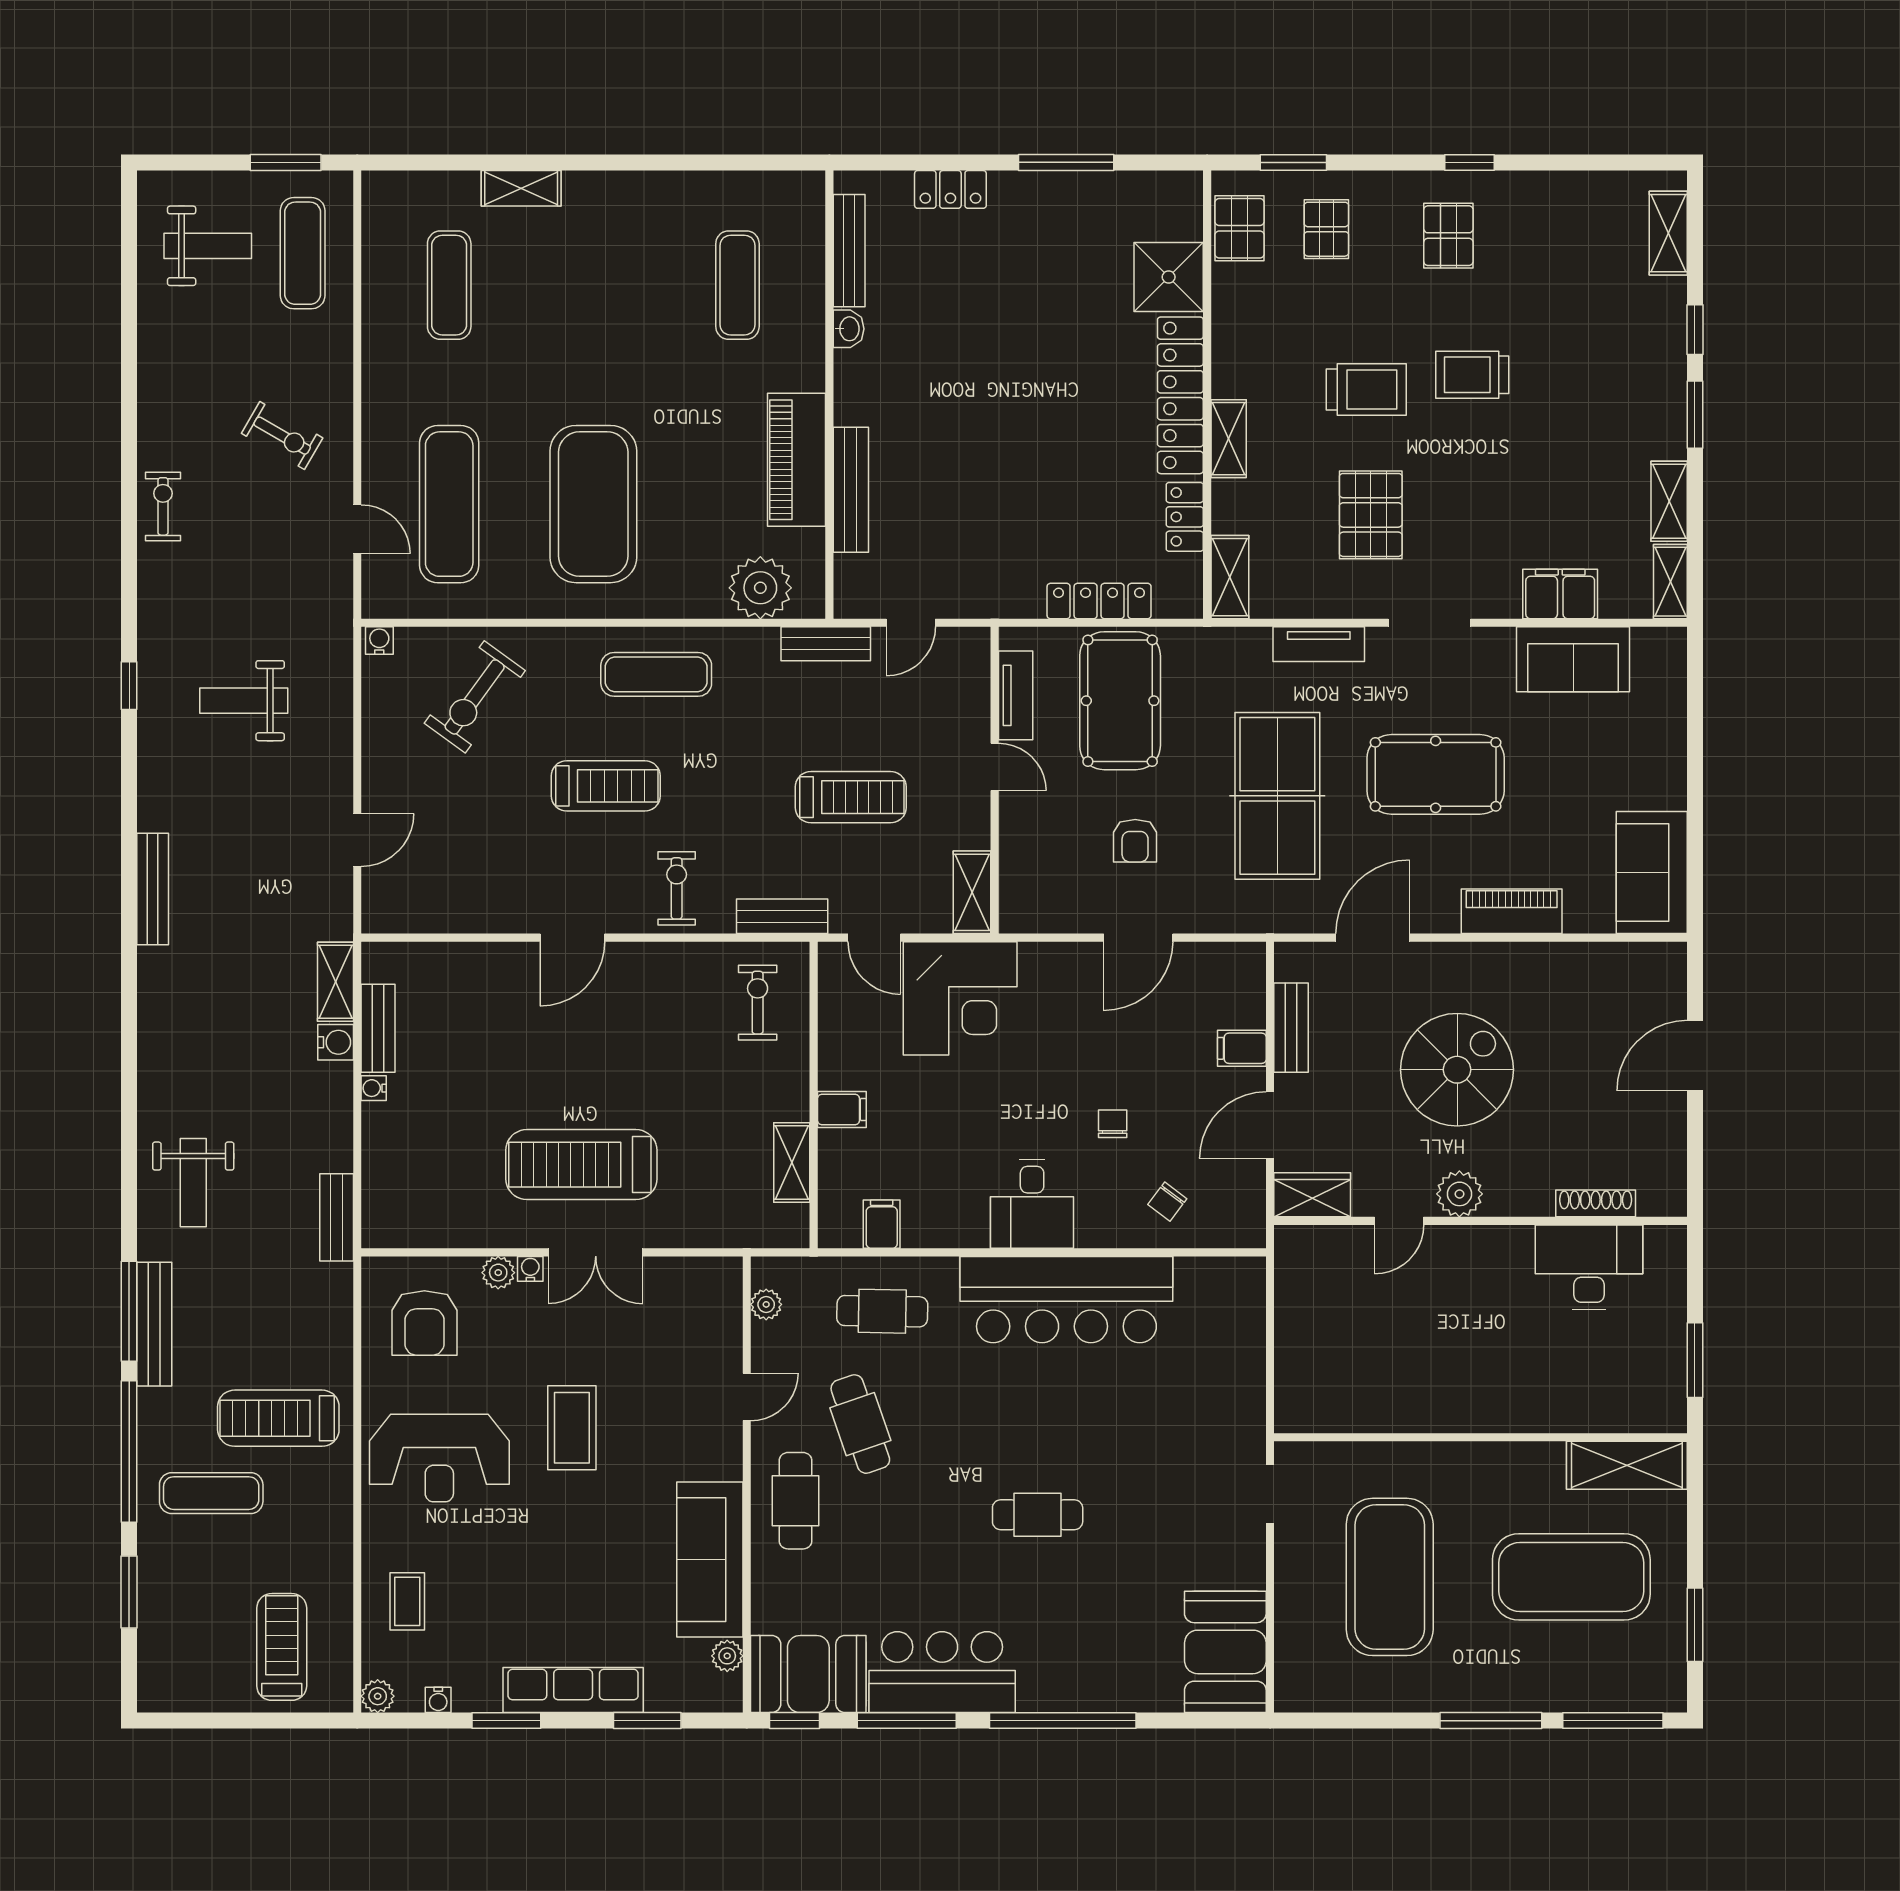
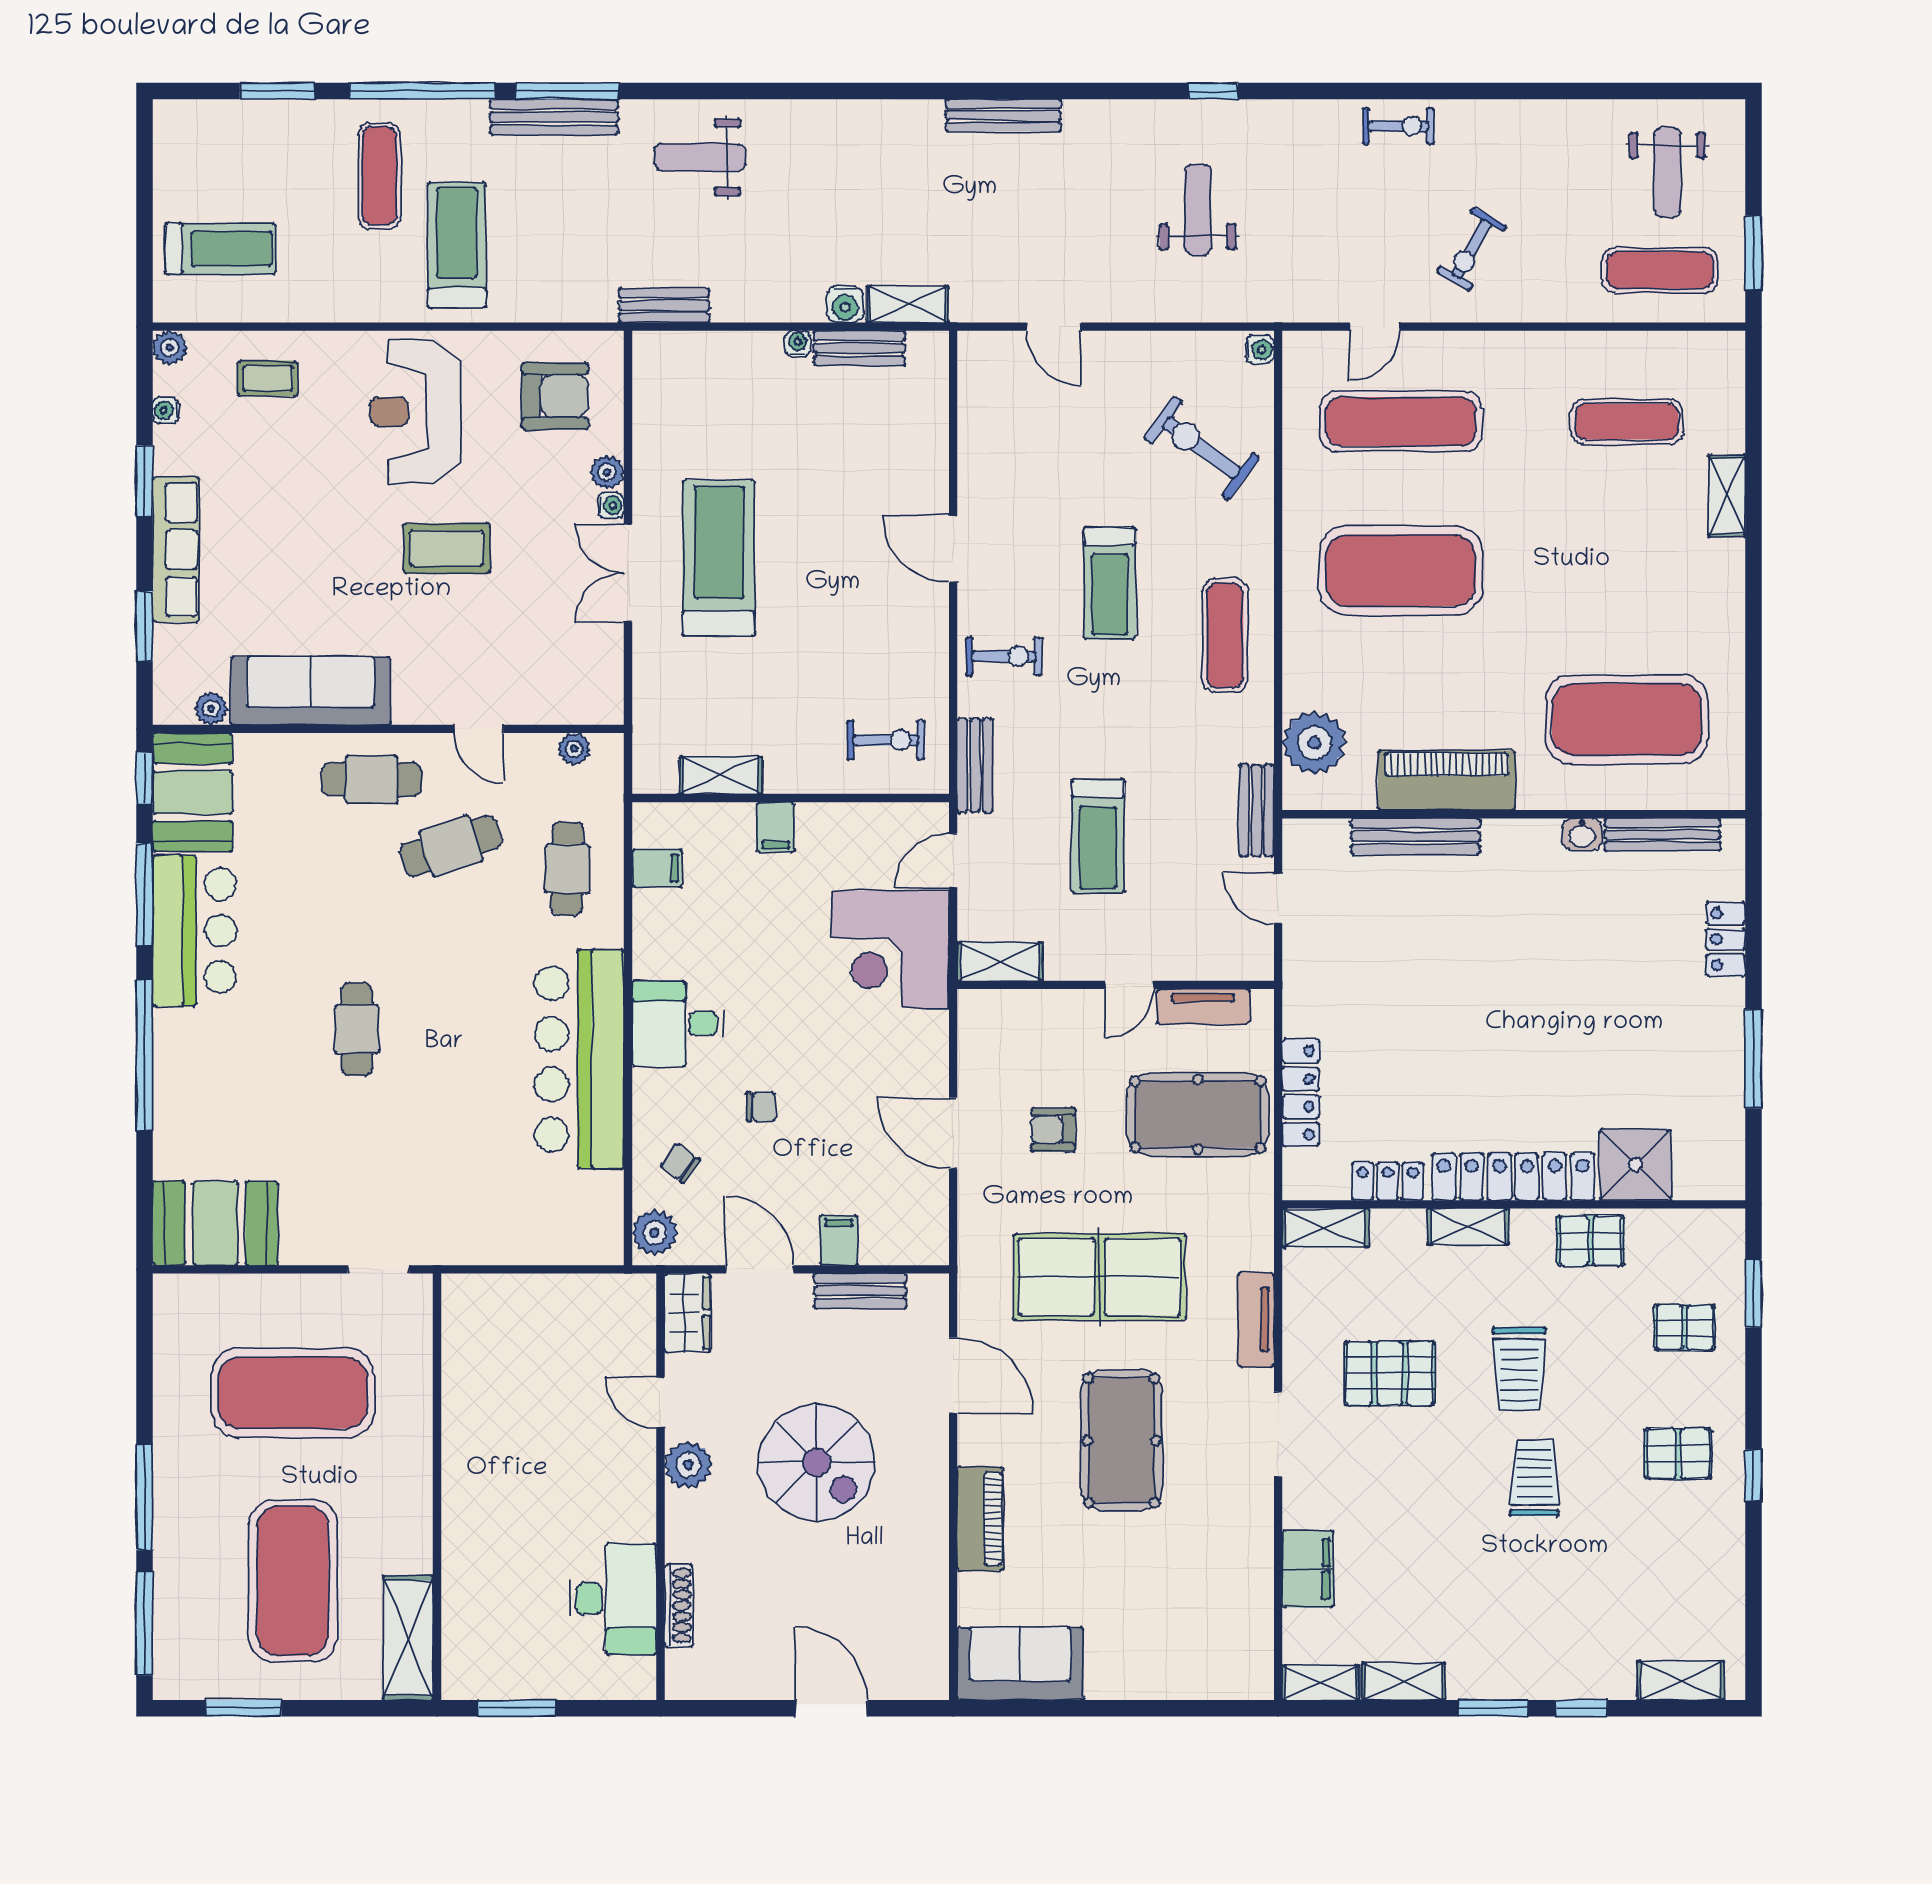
pallet: (1240, 228) -> (1591, 1241), moved
exercise mat: (737, 285) -> (1627, 719), width x2.00, depth x1.45
sofa: (1573, 659) -> (1240, 1582), removed
plant: (1235, 1226) -> (655, 1233), added
armchair: (424, 1323) -> (555, 396), turned 180

